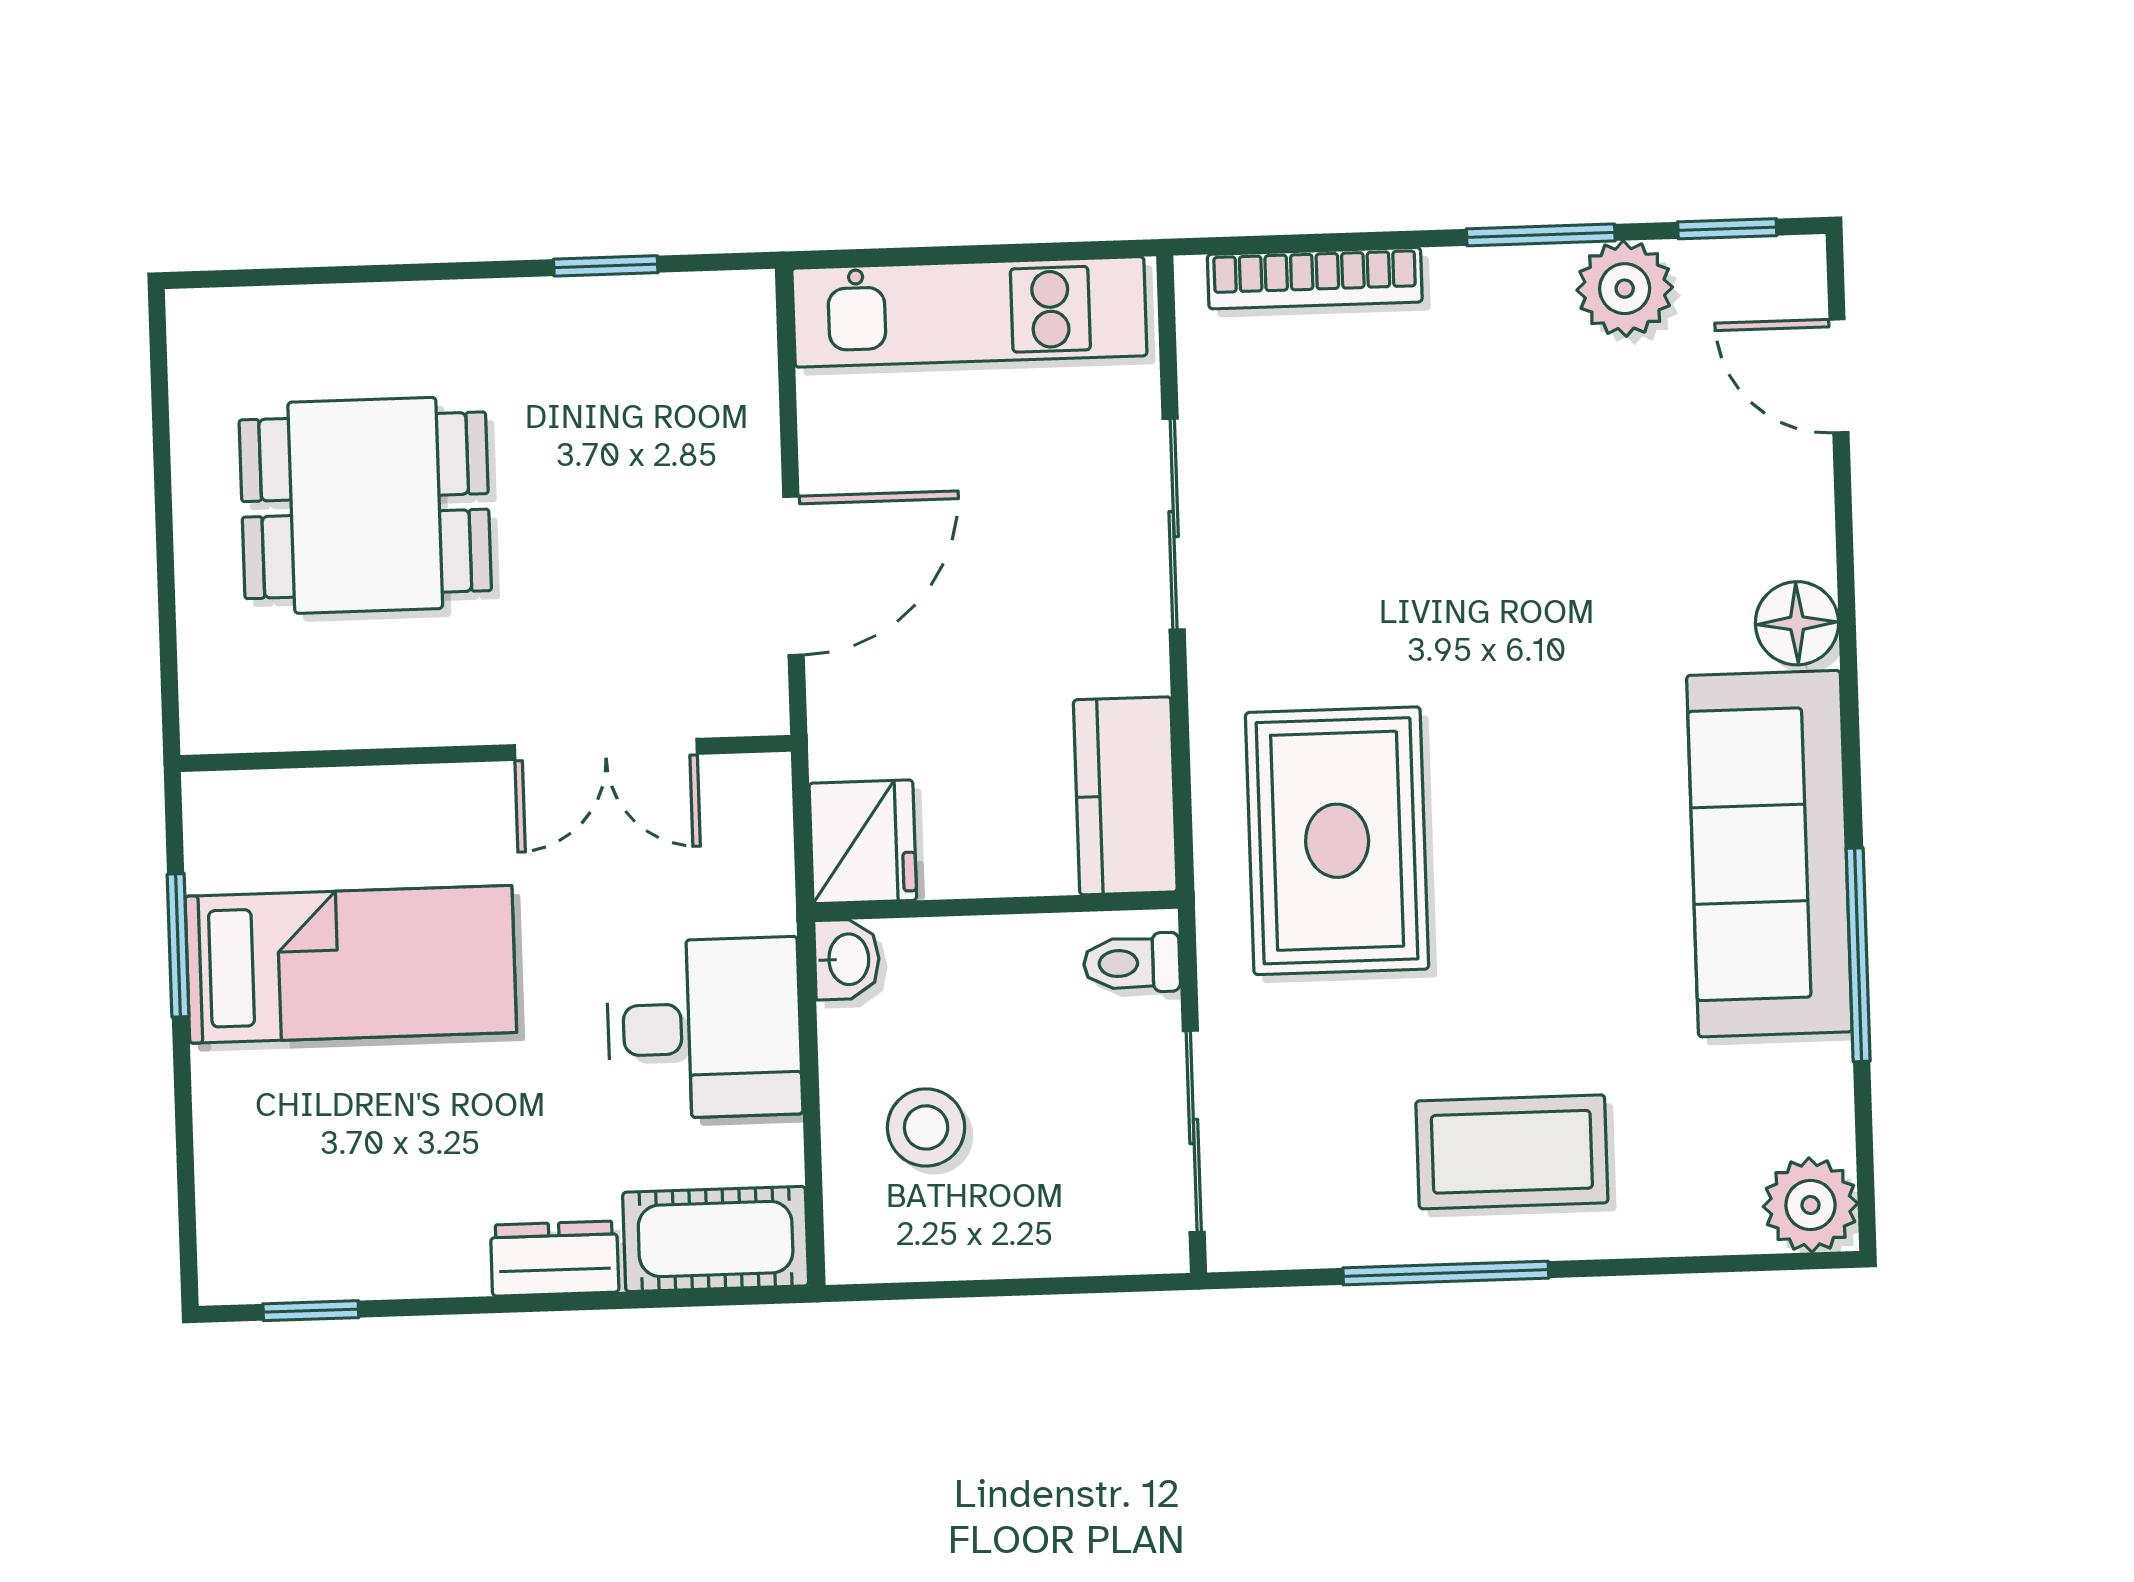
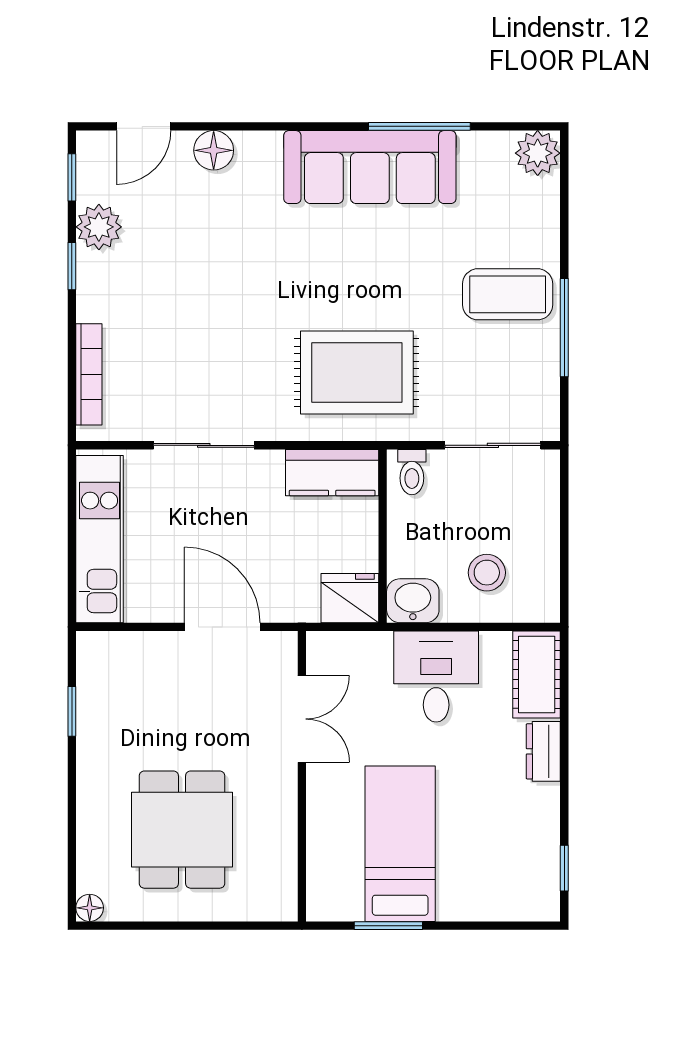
window: (1541, 235) -> (72, 266), width x0.67
floor lamp: (195, 317) -> (90, 908), added
floor lamp: (1797, 623) -> (214, 150), moved
washbasin: (847, 959) -> (413, 601), width x1.38, depth x1.45
coffee table: (1512, 1152) -> (508, 294), turned 90

